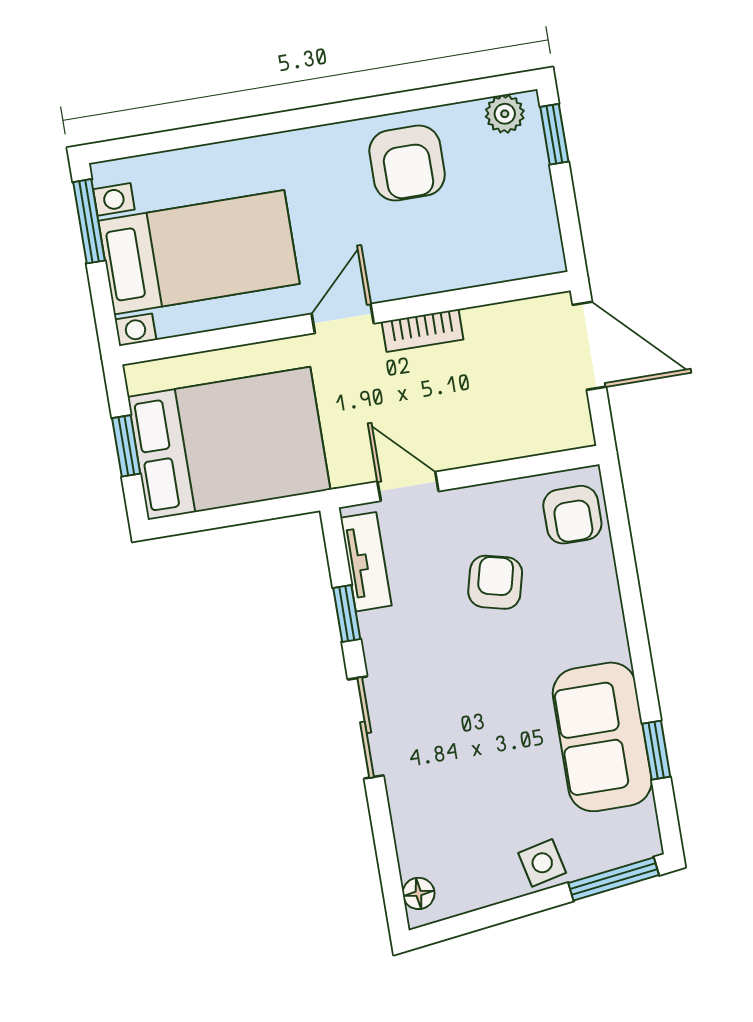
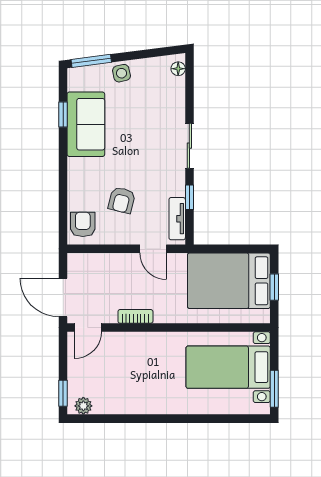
armchair: (407, 163) -> (130, 391), removed
door: (343, 319) -> (88, 327), moved

